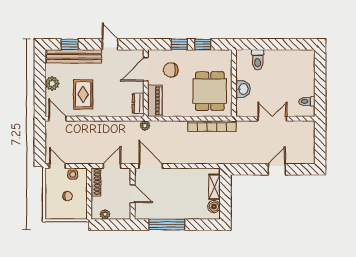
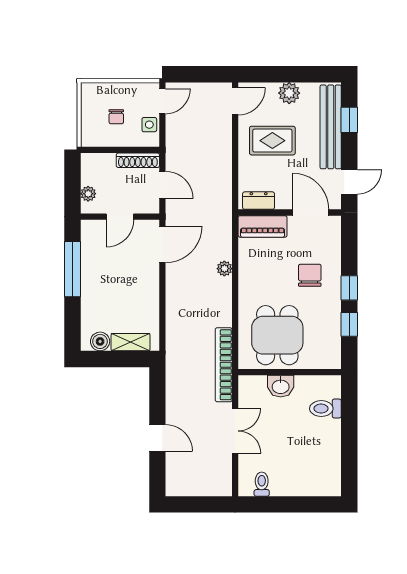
door: (146, 69) -> (311, 213), moved
wall: (146, 83) -> (290, 213), moved
dining table: (210, 91) -> (277, 335), turned 90
piano: (155, 101) -> (263, 226), moved
dresser: (138, 103) -> (259, 201), moved
plant: (145, 126) -> (224, 269), moved
bookcase: (212, 126) -> (224, 365), moved
plant: (105, 214) -> (88, 194), moved

